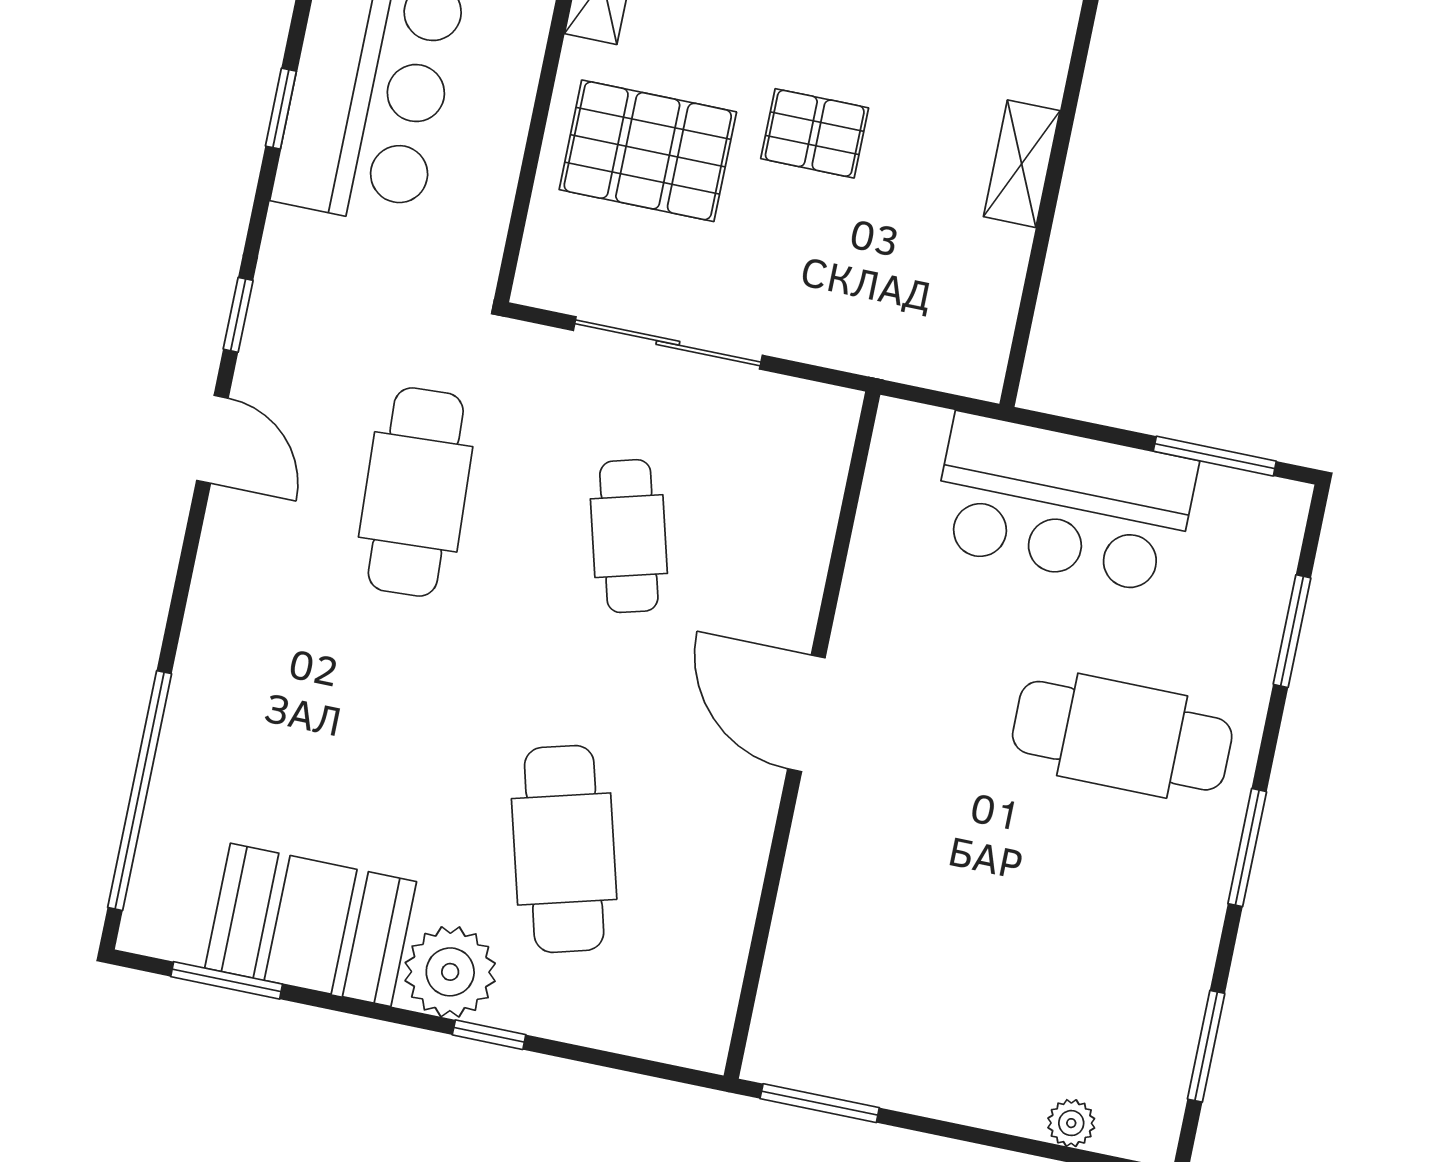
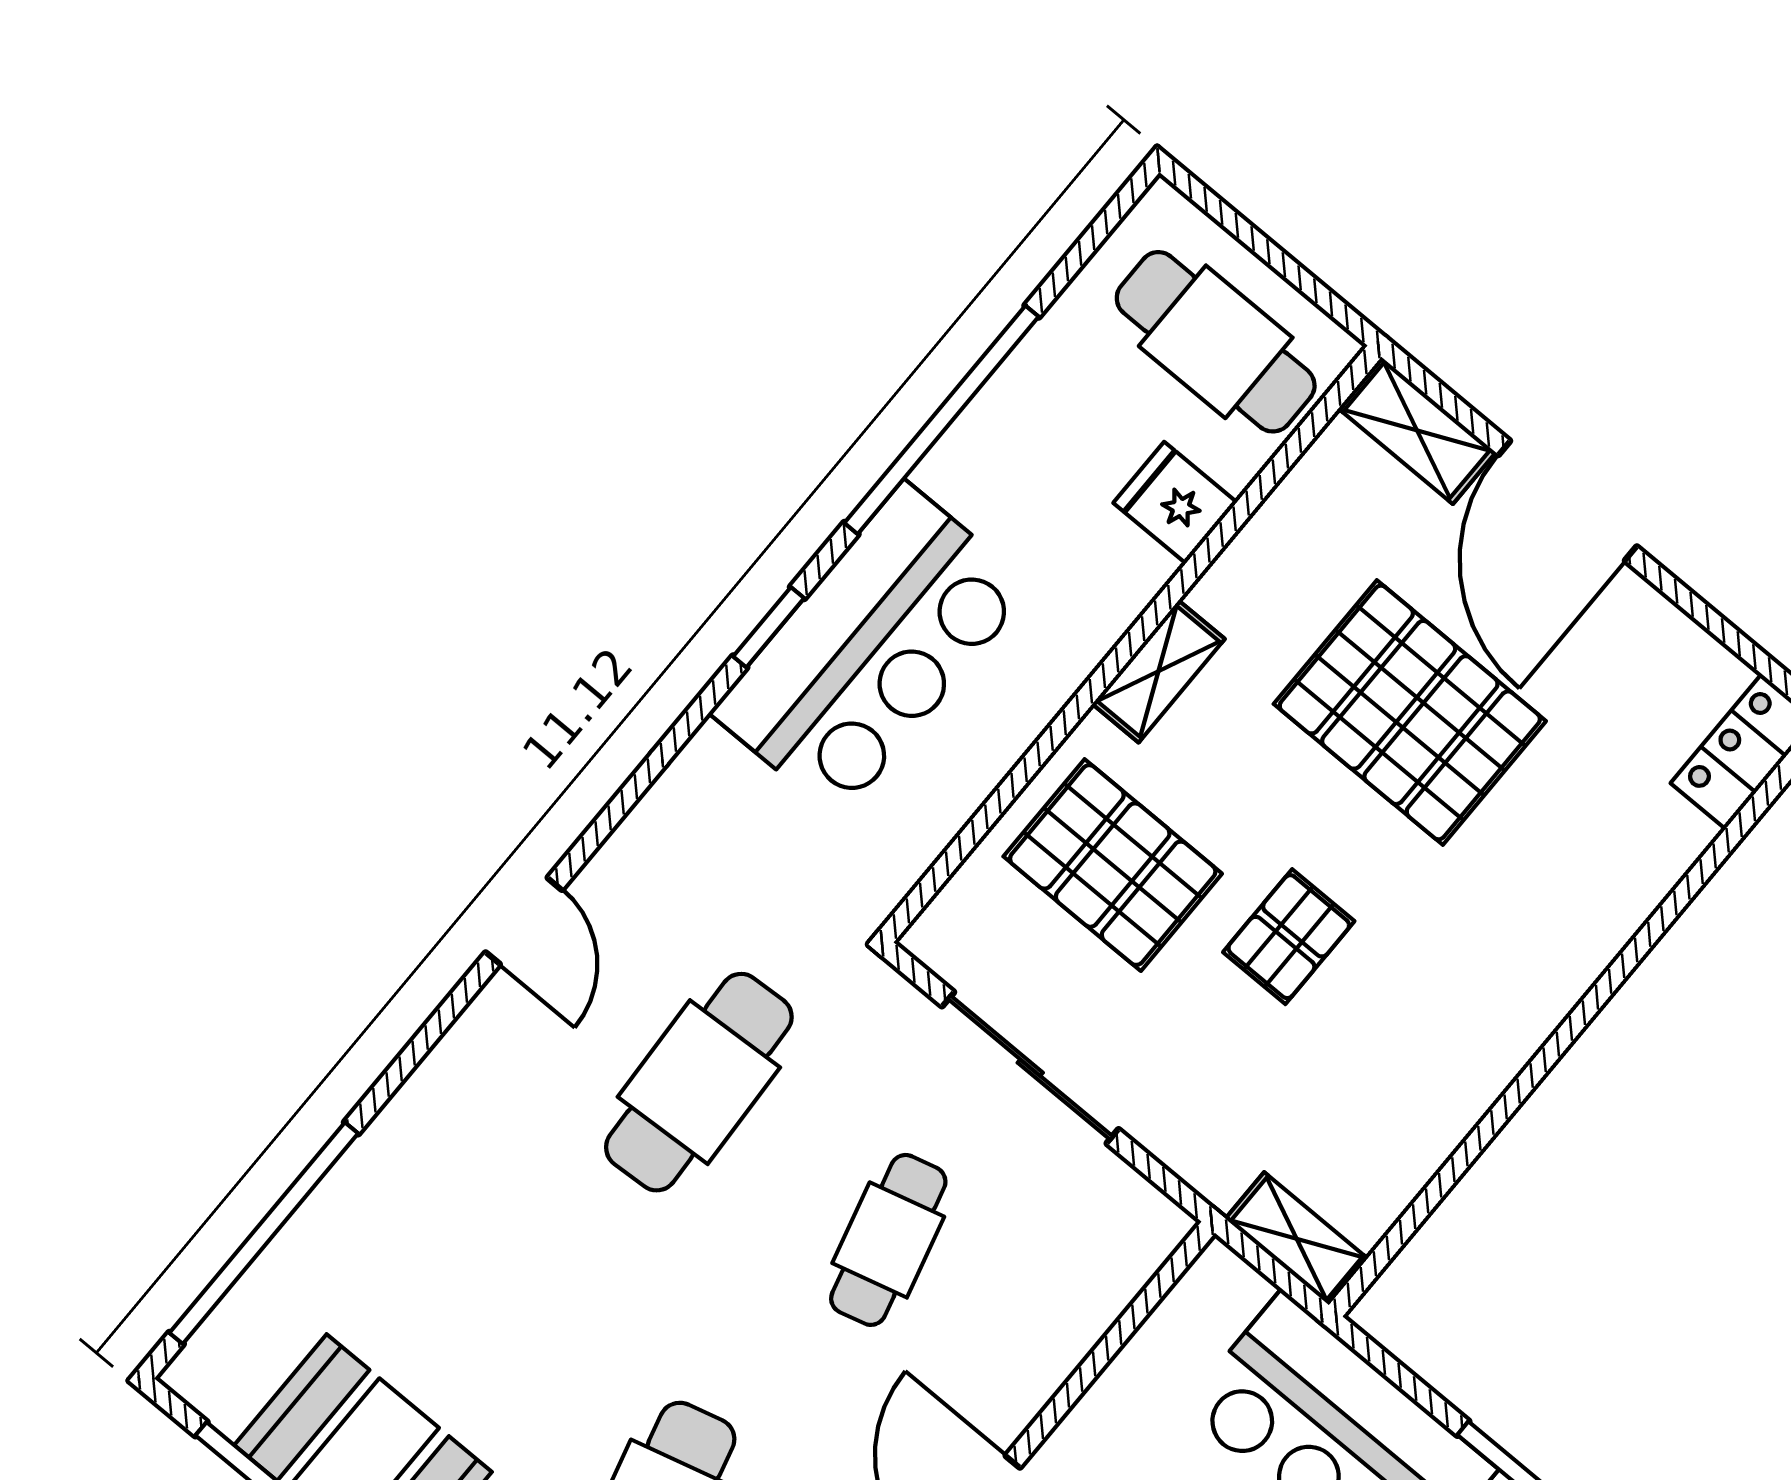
pallet: (815, 133) -> (1289, 937), turned 90
shelving: (1022, 164) -> (1297, 1239), moved, turned 90
window: (238, 315) -> (616, 810), removed

